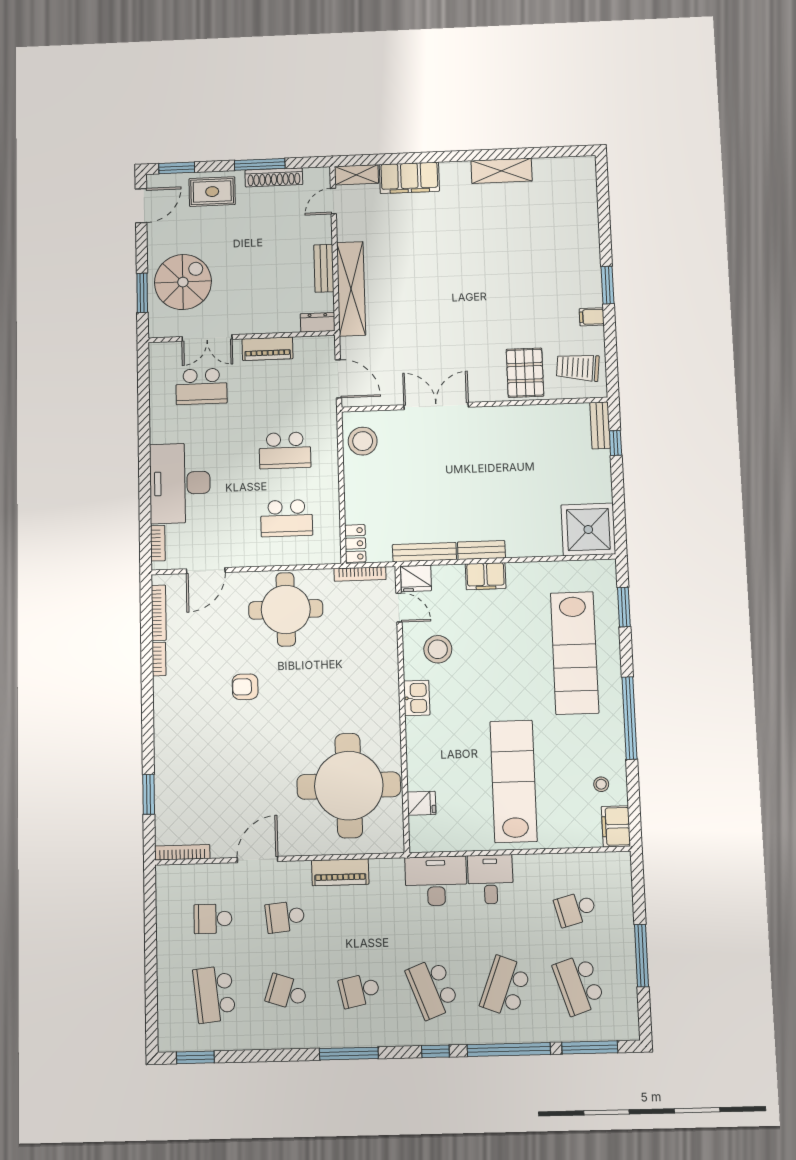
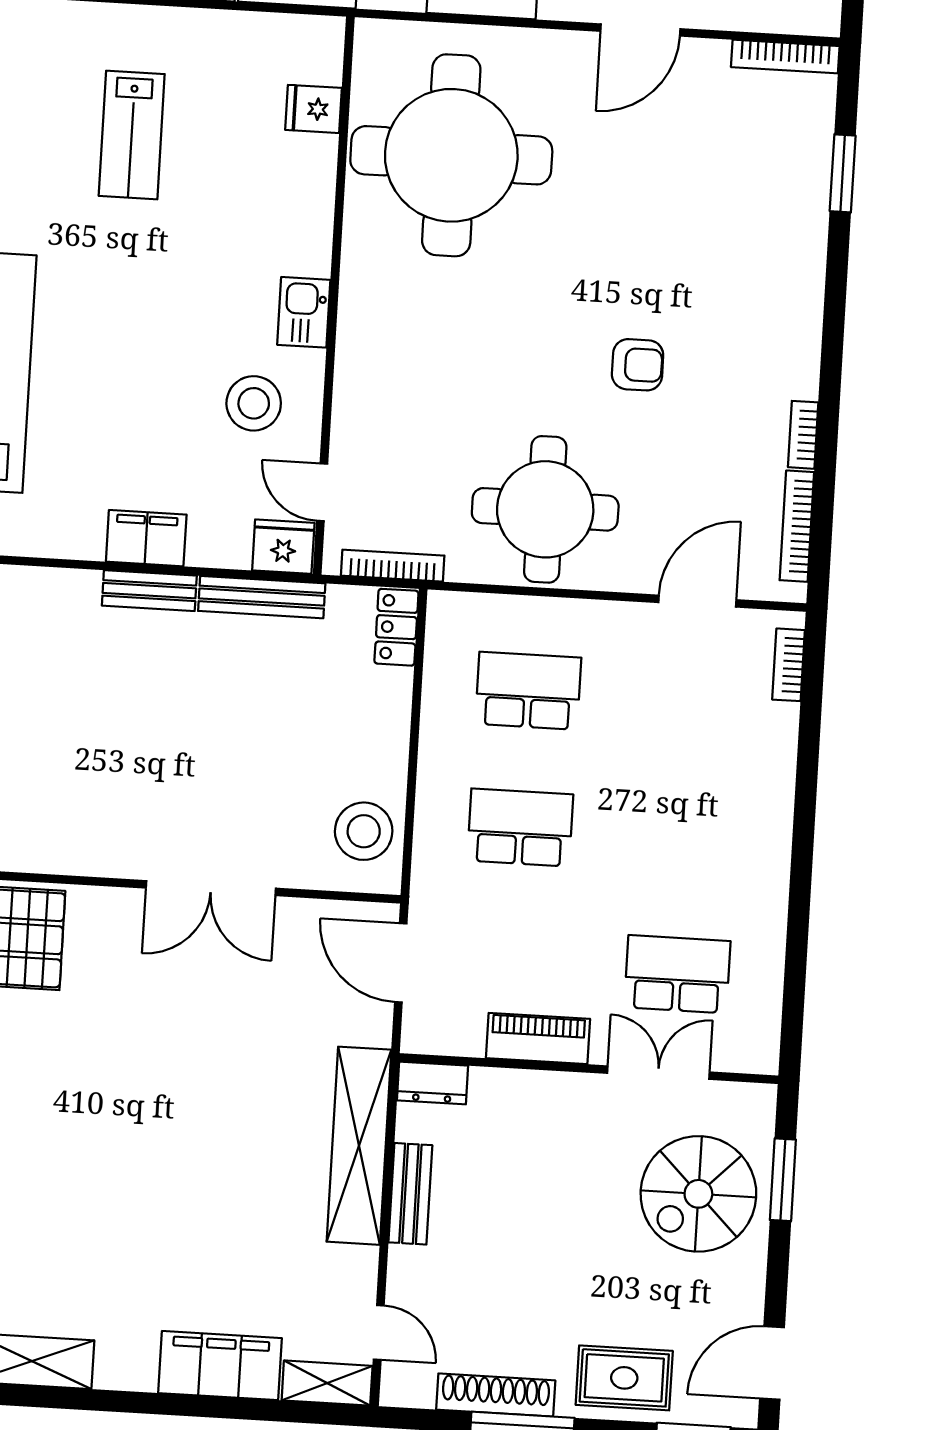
door: (333, 201) -> (379, 1333), hinge flipped
desk: (180, 483) -> (736, 781), removed
lab bench: (514, 781) -> (132, 135), width x0.54, depth x0.72

